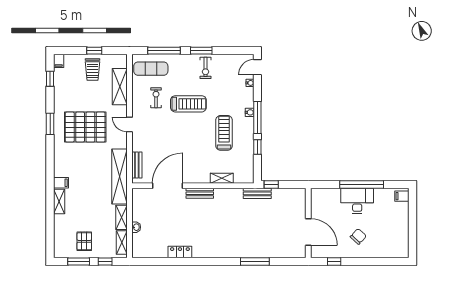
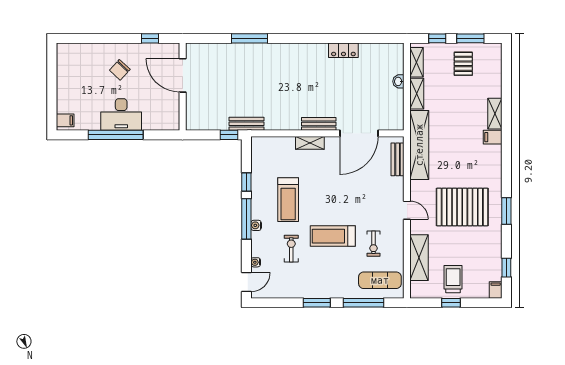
exercise bike: (206, 68) -> (291, 249), moved
shelving: (222, 178) -> (310, 143), moved

